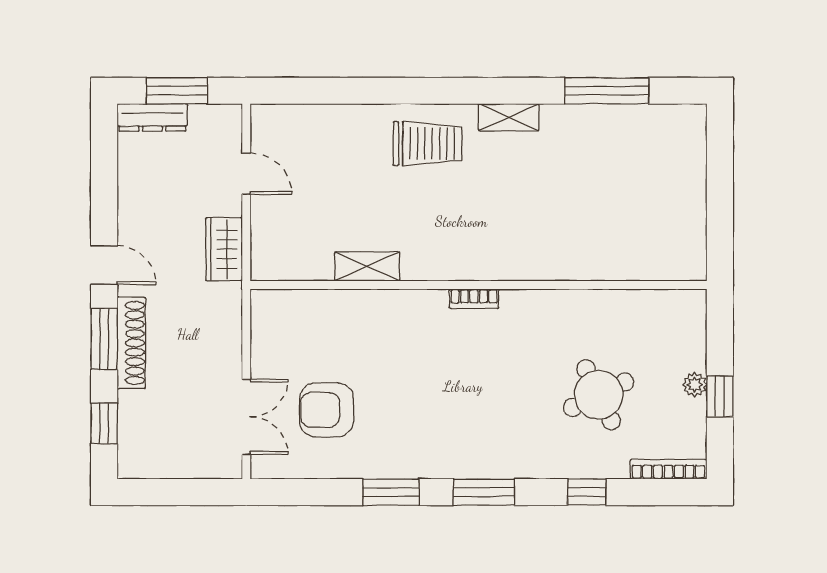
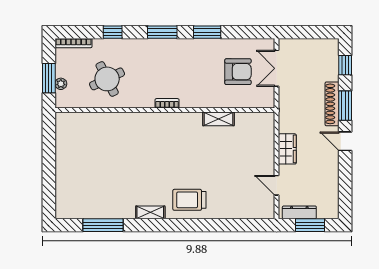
dresser: (152, 117) -> (299, 212), moved
shelving: (367, 266) -> (218, 119), moved
wall: (479, 285) -> (165, 110), moved
bookcase: (474, 299) -> (167, 103), moved
window: (720, 396) -> (49, 78), width x1.50

